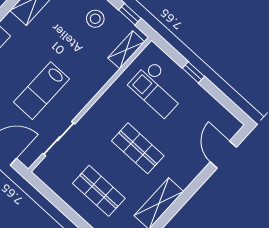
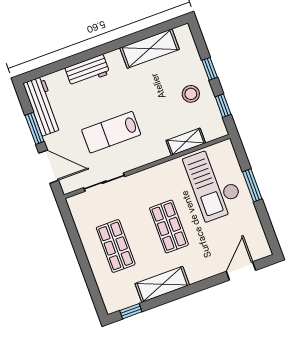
shelving: (126, 50) -> (186, 142), moved
window: (193, 72) -> (252, 185), width x1.50
checkout: (158, 89) -> (214, 184), width x1.36, depth x1.21

